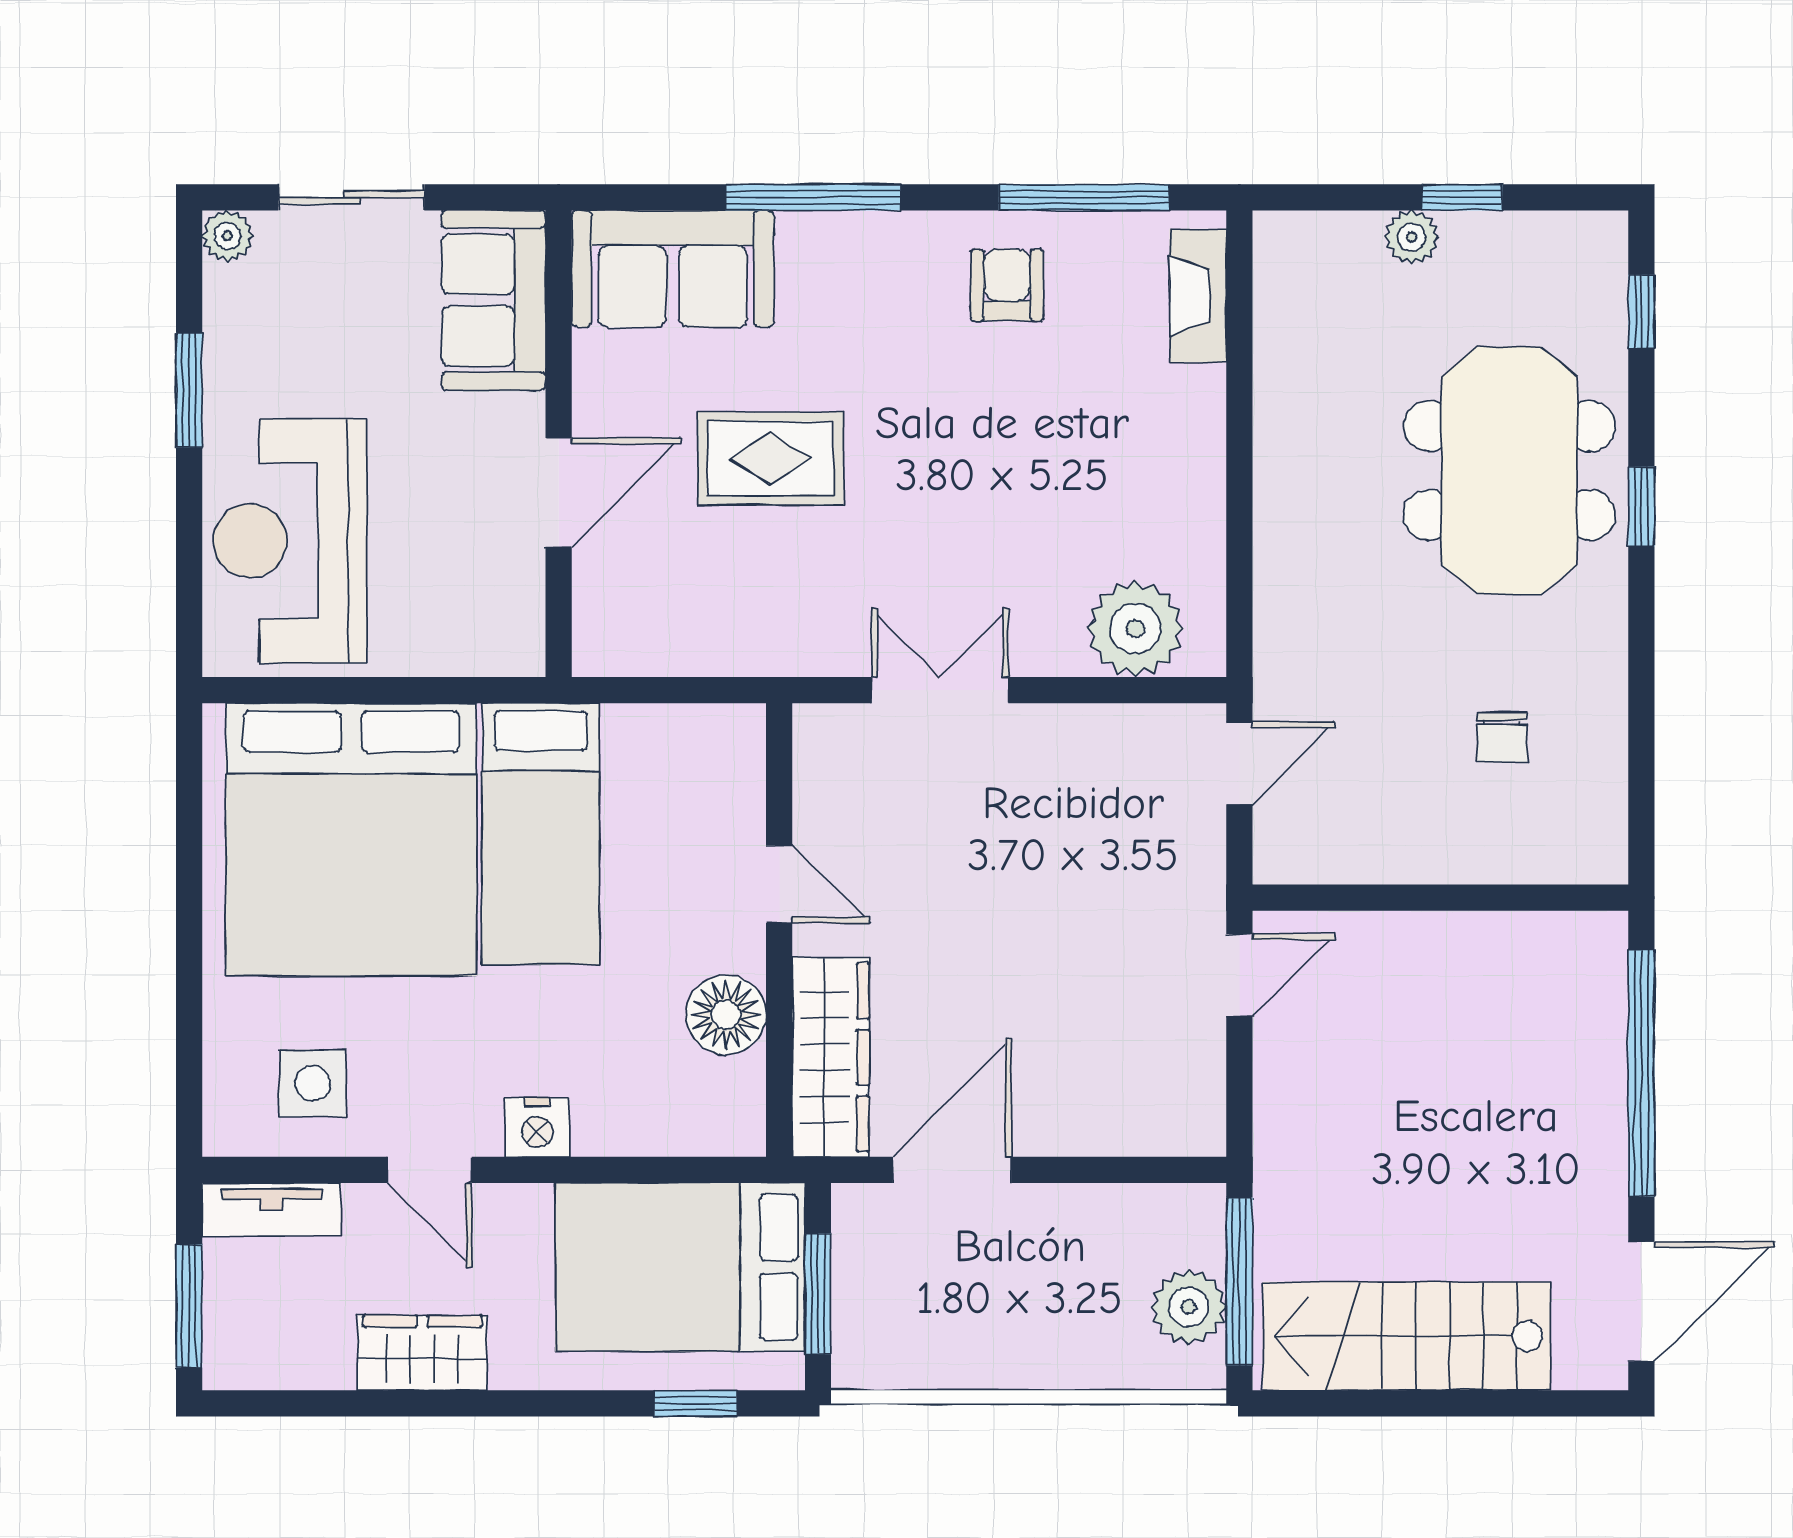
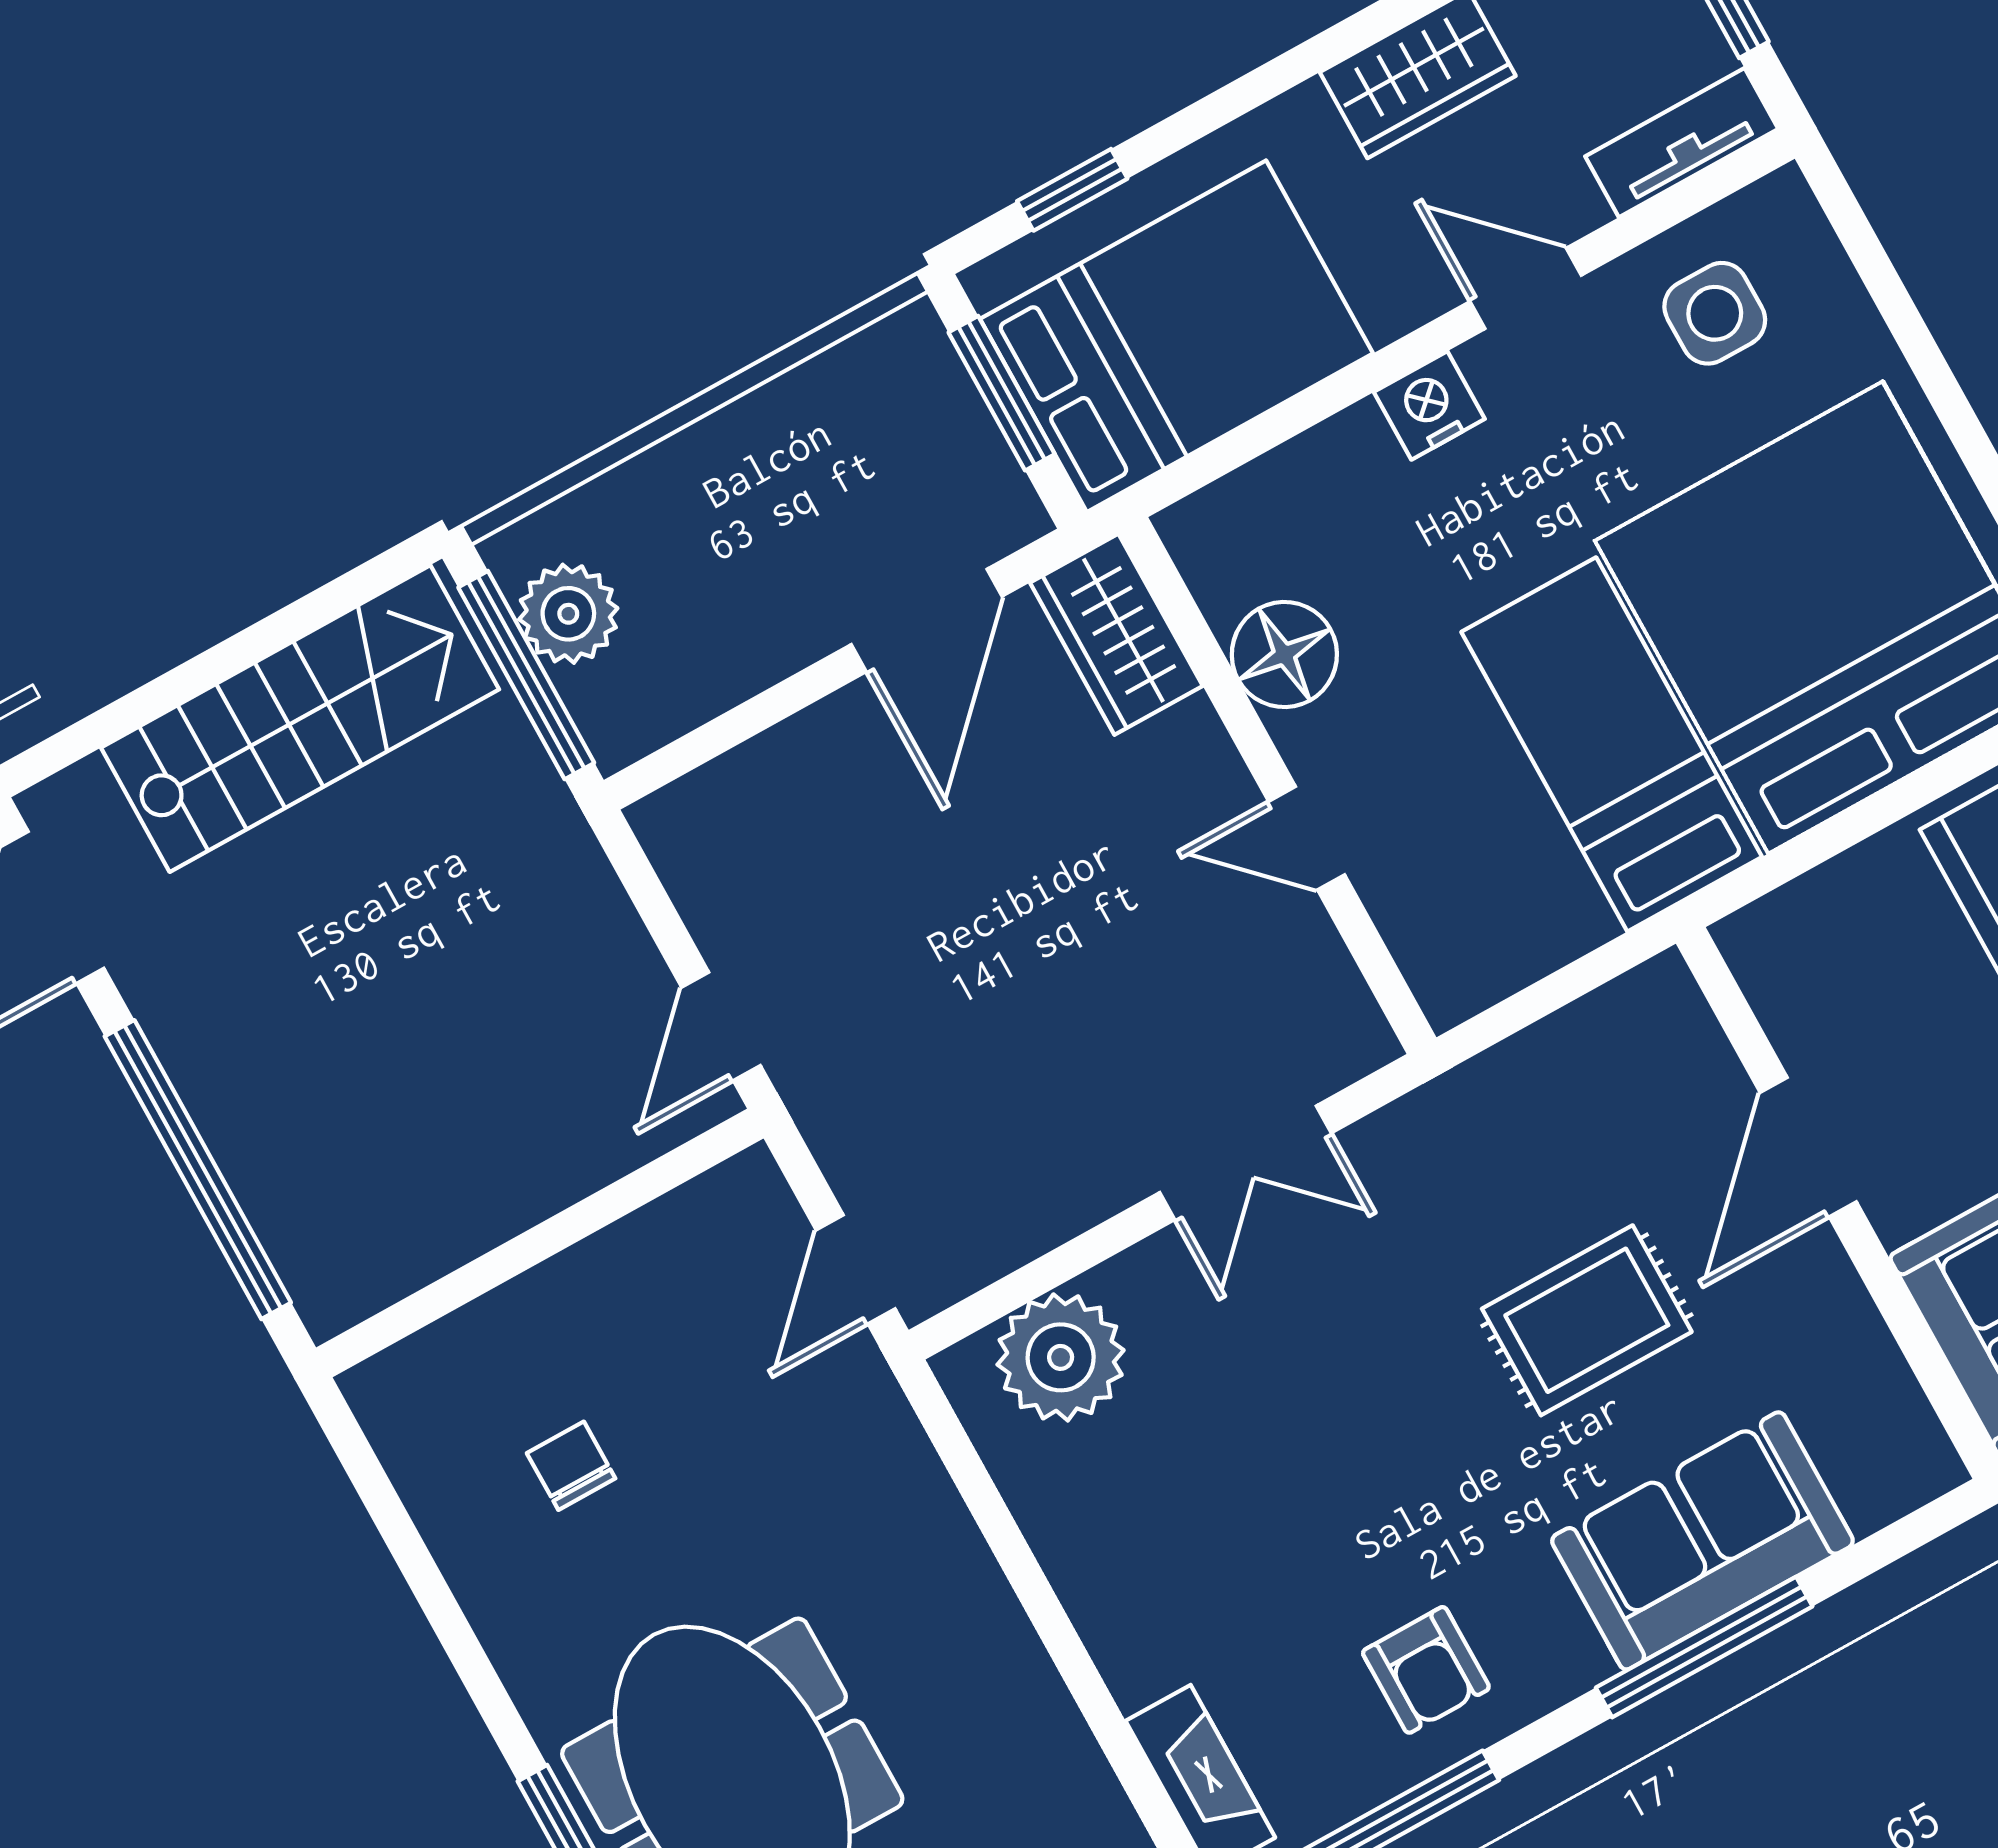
sofa: (673, 269) -> (1702, 1541), moved
wardrobe: (831, 1057) -> (1116, 634), width x0.67

